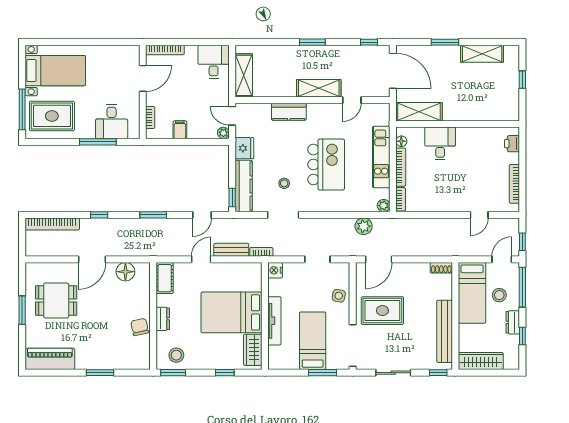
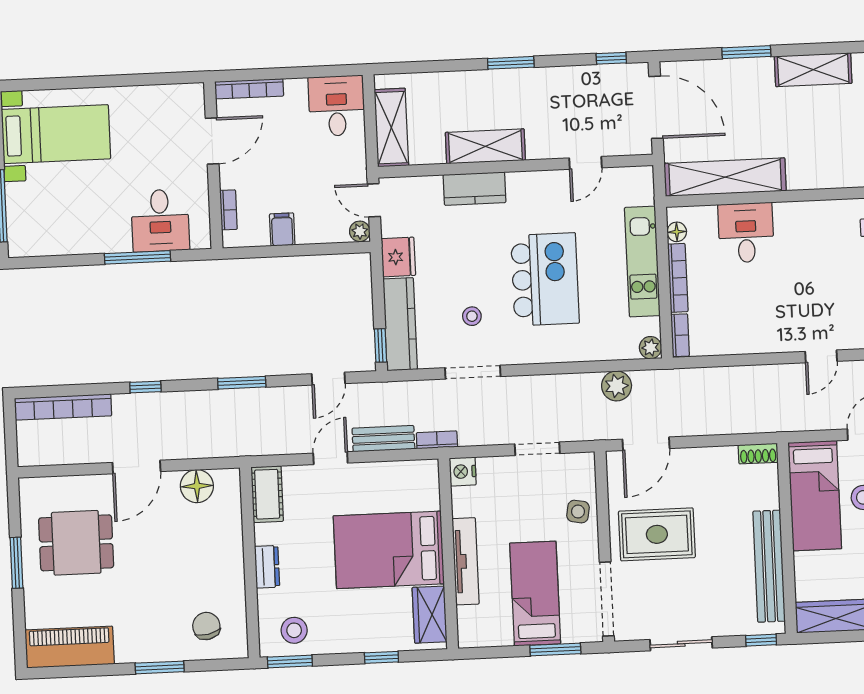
shelving: (319, 88) -> (485, 146), moved
shelving: (419, 112) -> (725, 177), width x1.47
rug: (52, 116) -> (54, 215), removed
chair: (140, 327) -> (206, 626), moved

